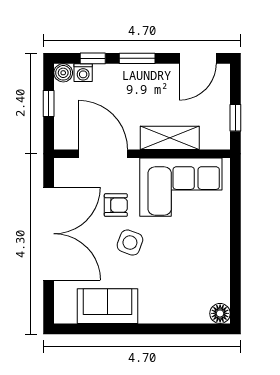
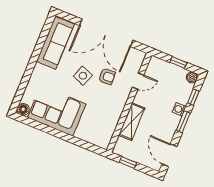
washing machine: (83, 73) -> (179, 109), moved
door: (103, 154) -> (138, 81), width x0.53
corner sofa: (181, 187) -> (57, 111), moved, turned 90
armchair: (116, 205) -> (107, 76), turned -93
sofa: (107, 306) -> (55, 43), width x1.36

